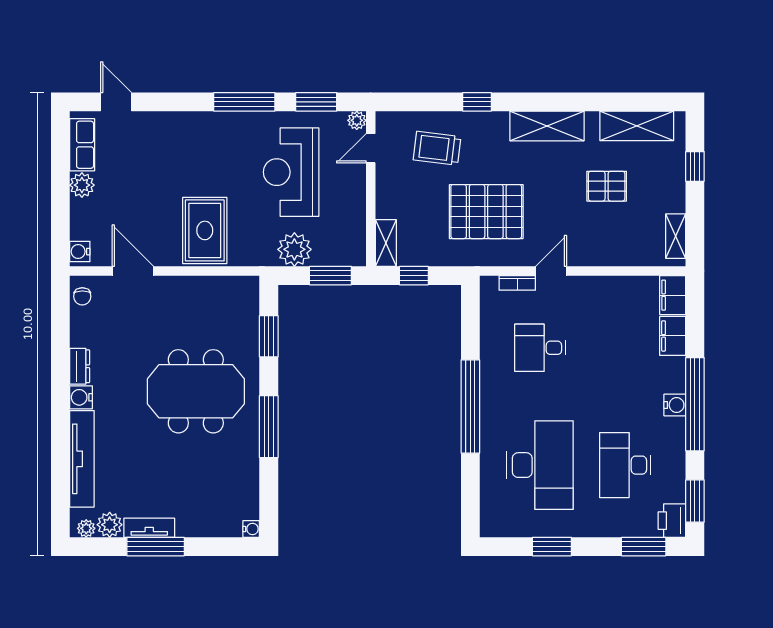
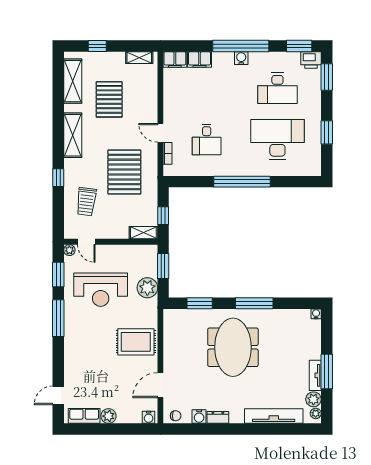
pallet: (607, 186) -> (109, 99), width x1.50, depth x1.42
water cooler: (81, 397) -> (199, 417), moved

